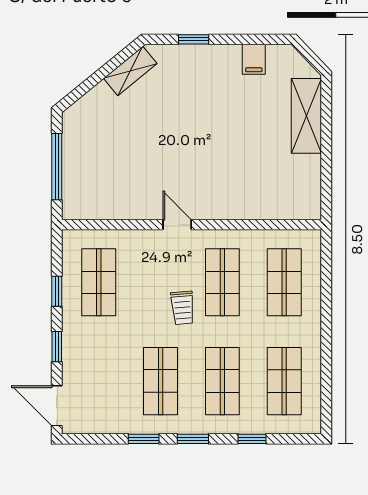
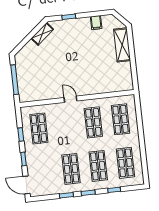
trolley: (183, 308) -> (77, 136), removed

